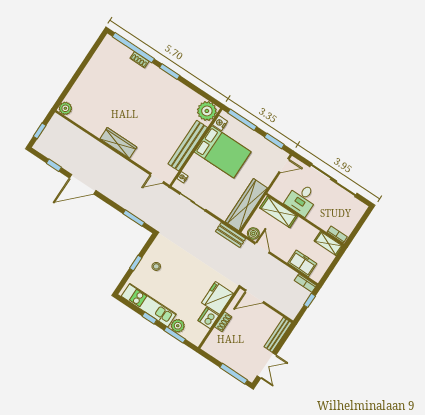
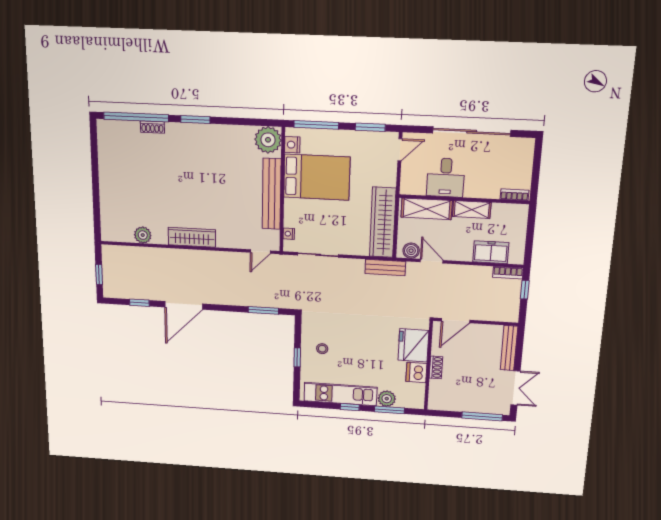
plant: (65, 108) -> (143, 235), moved
shelving: (328, 244) -> (472, 210), moved

